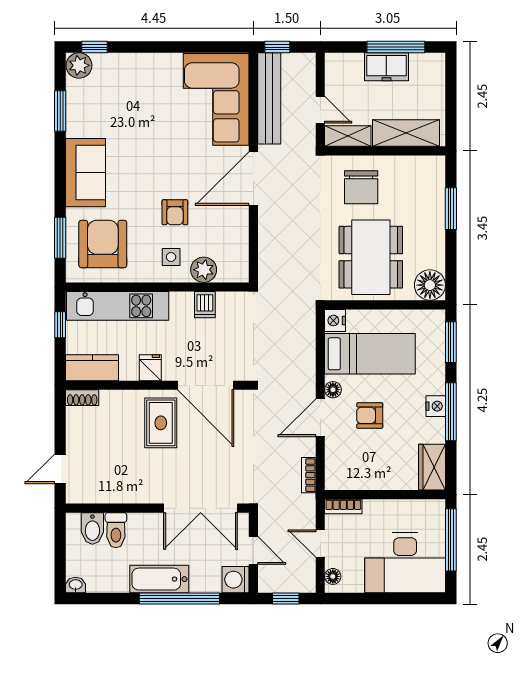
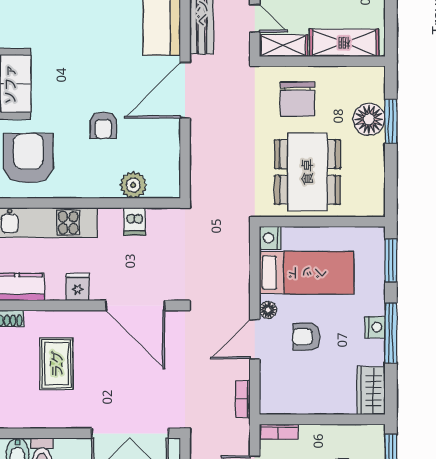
side table: (171, 257) -> (99, 172), removed
floor lamp: (430, 285) -> (369, 119), moved
rug: (161, 423) -> (57, 364), moved

